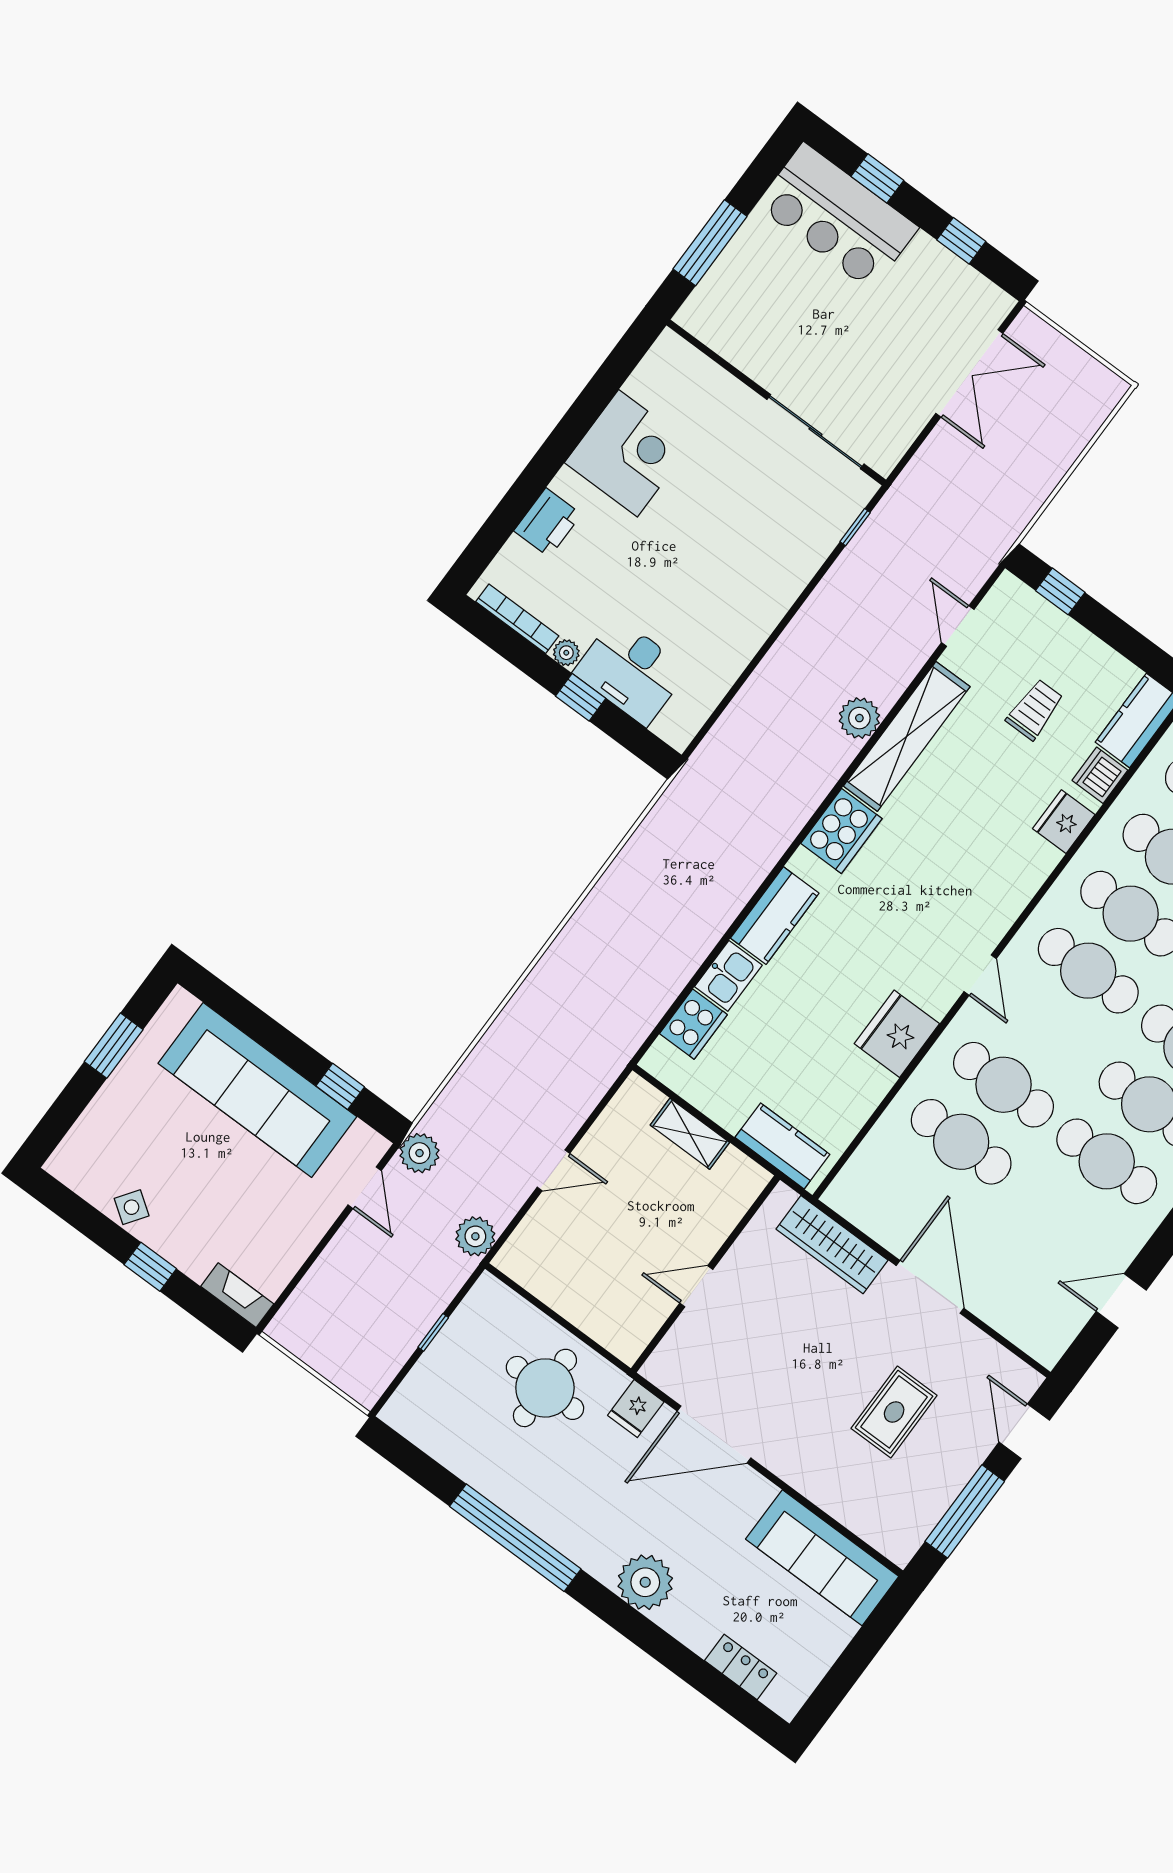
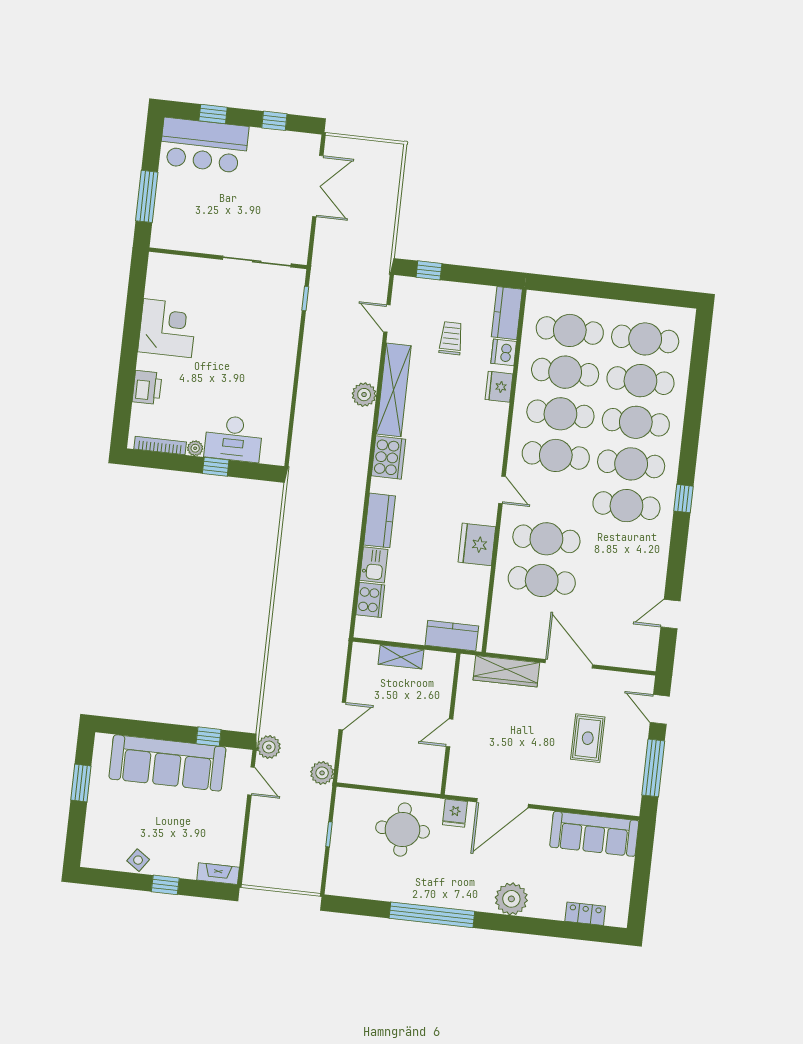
cafe table: (1107, 1161) -> (622, 547), removed

